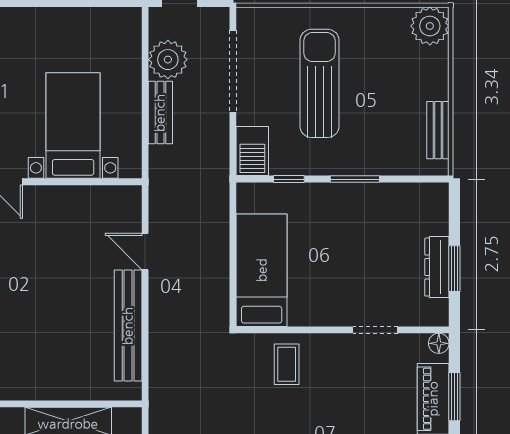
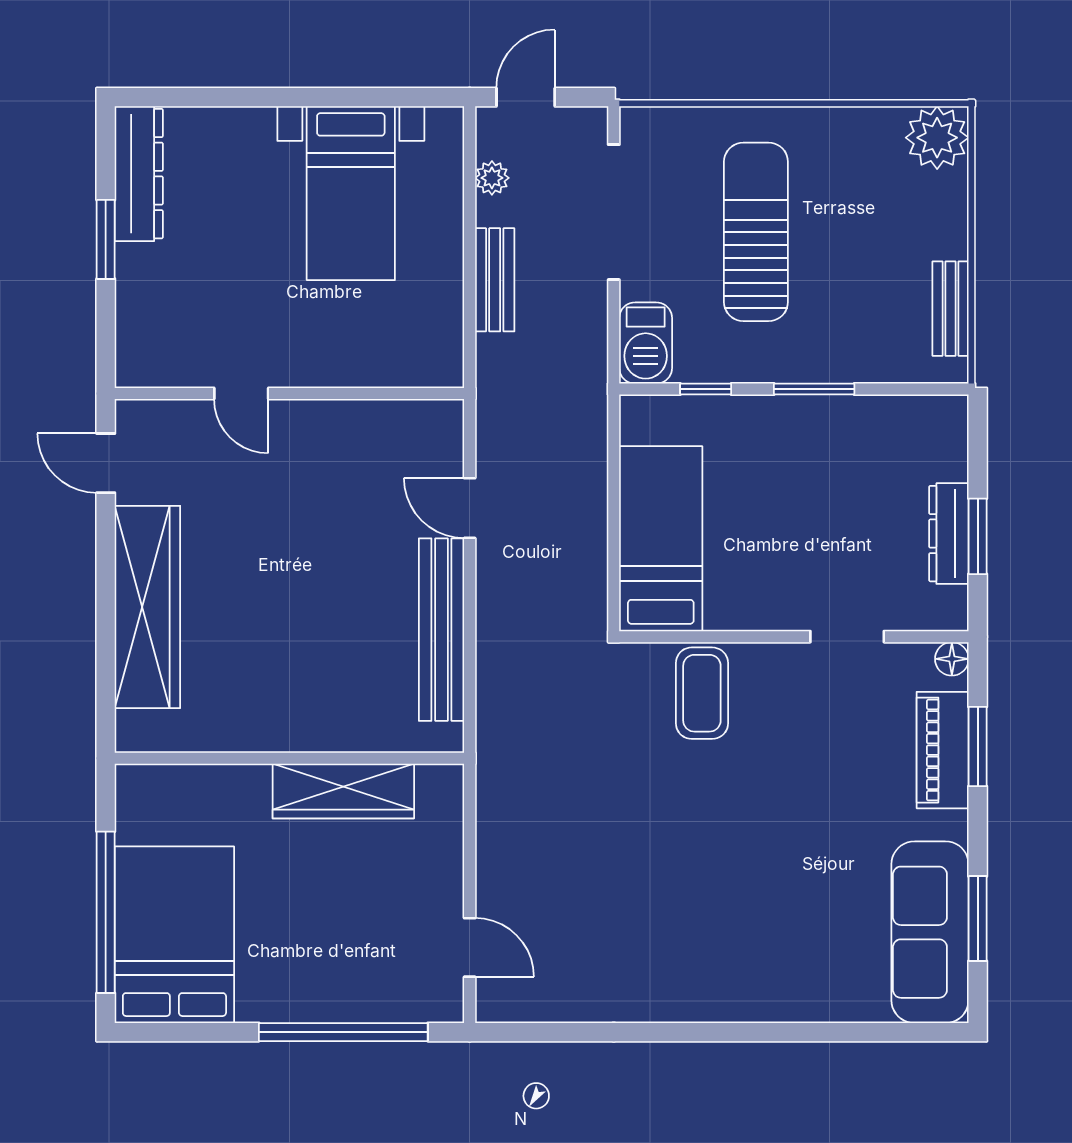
plant: (168, 60) -> (492, 178), width x0.53, depth x0.53
bed with nightstands: (73, 125) -> (351, 193), moved, turned 180
coffee table: (287, 364) -> (702, 693), width x1.36, depth x1.30

